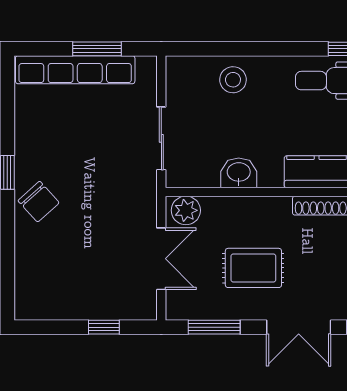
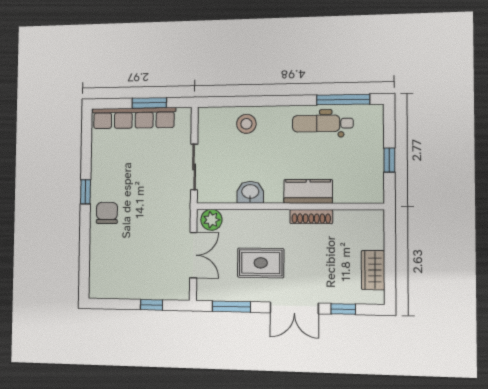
chair: (39, 202) -> (107, 213), turned -138

